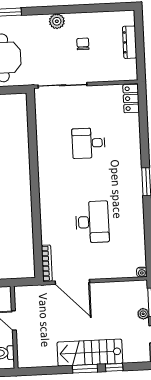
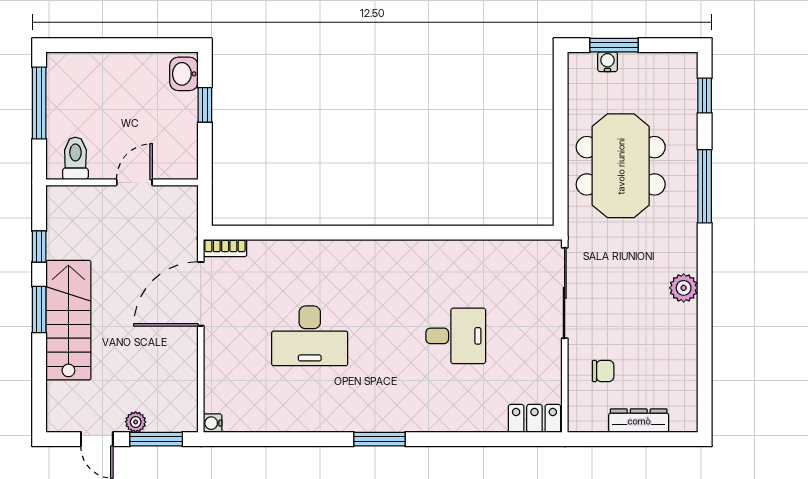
chair: (83, 44) -> (603, 371), moved
desk: (89, 143) -> (456, 336), turned 90
bookcase: (47, 263) -> (225, 248), width x0.64
window: (114, 367) -> (39, 246), moved

